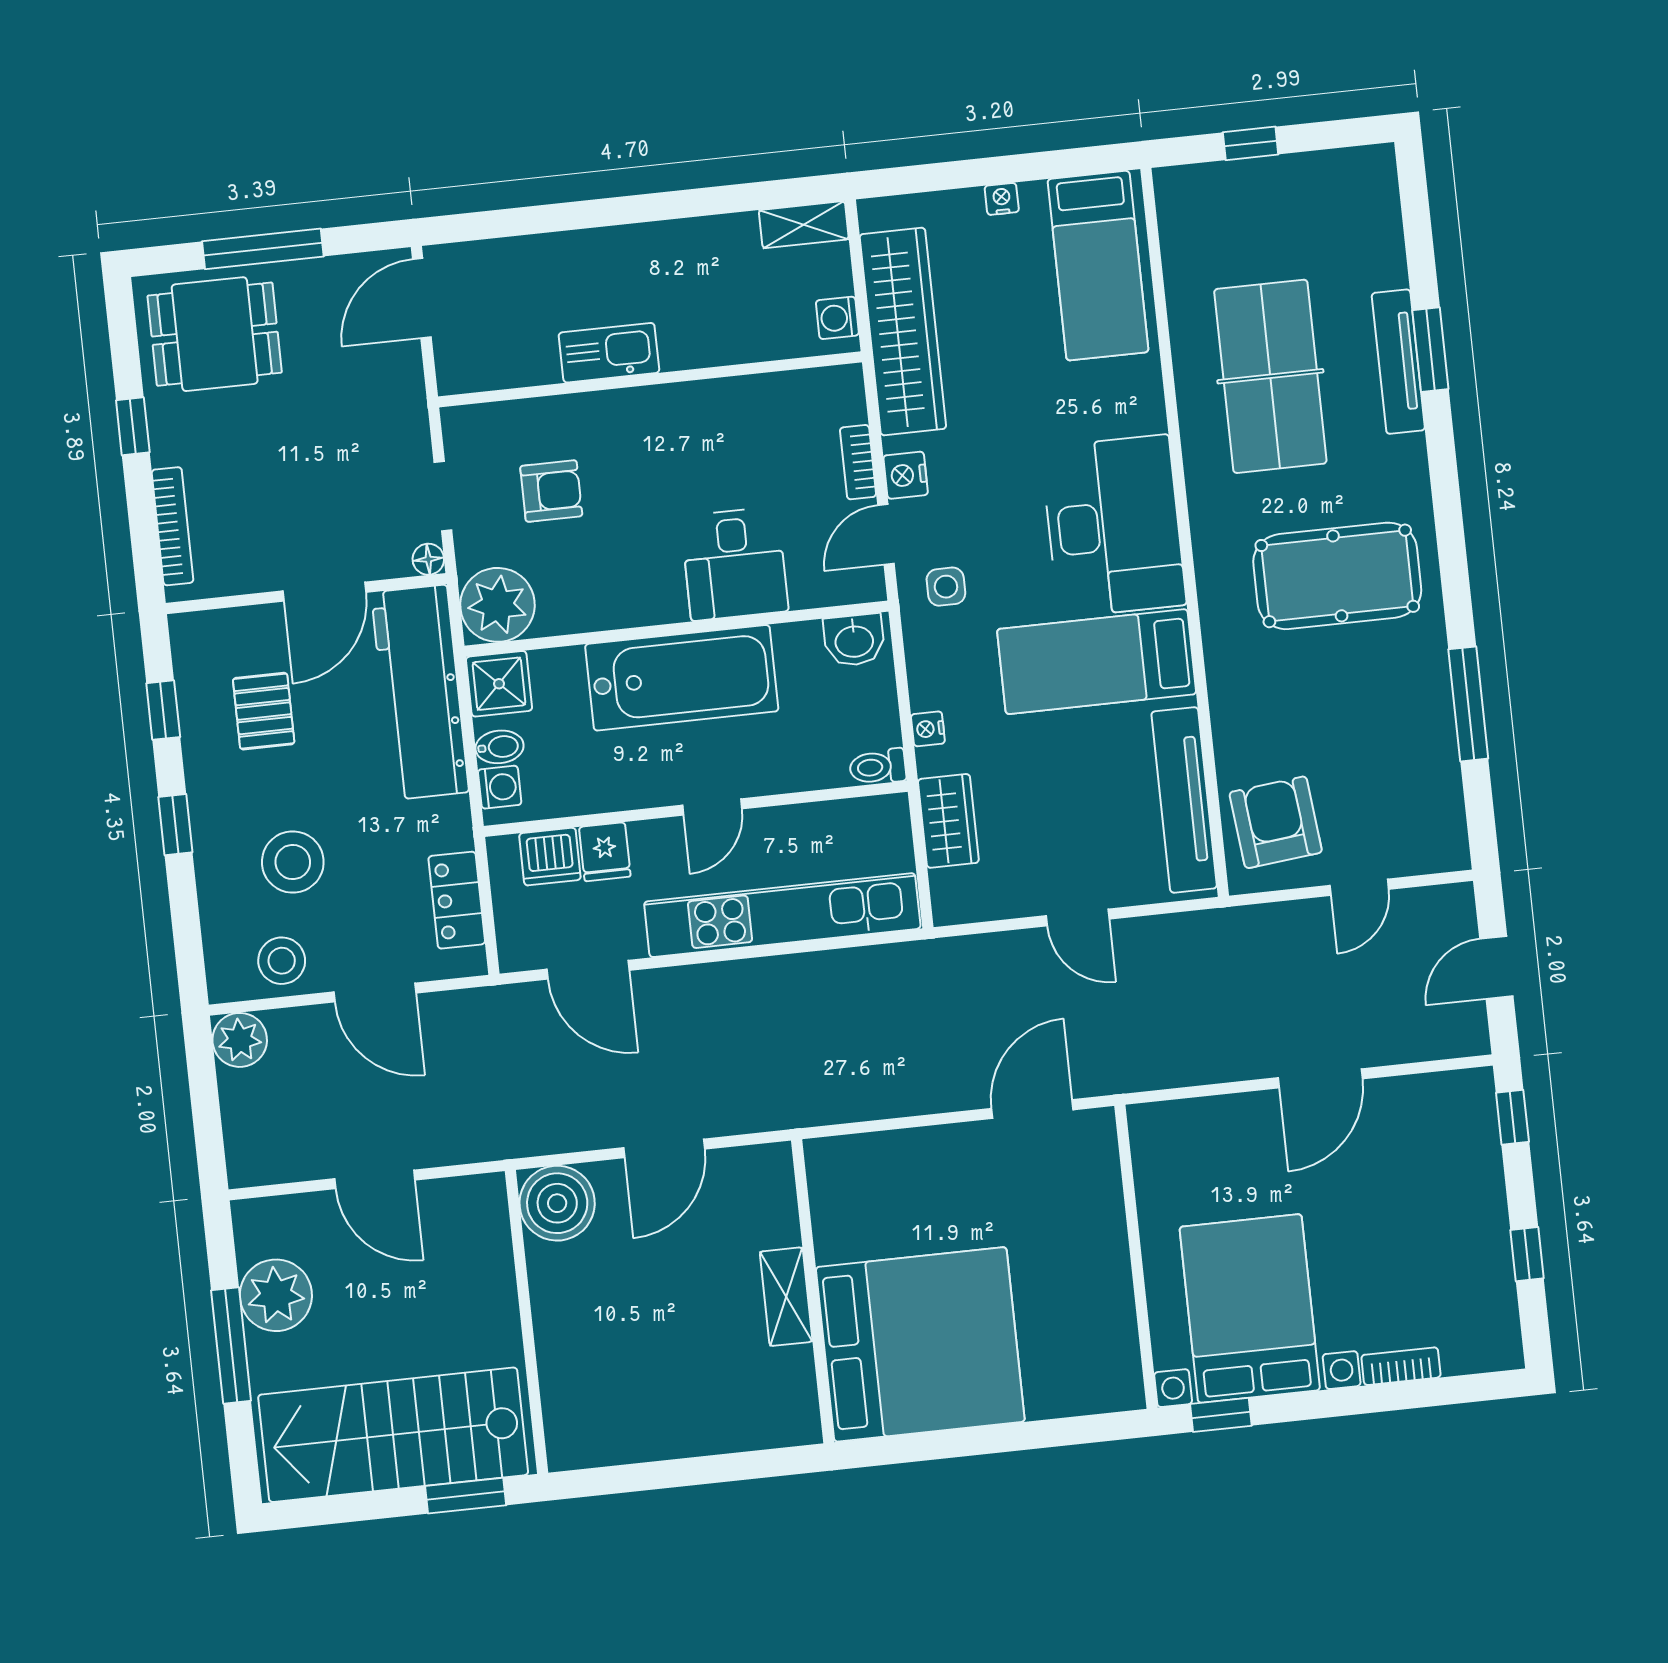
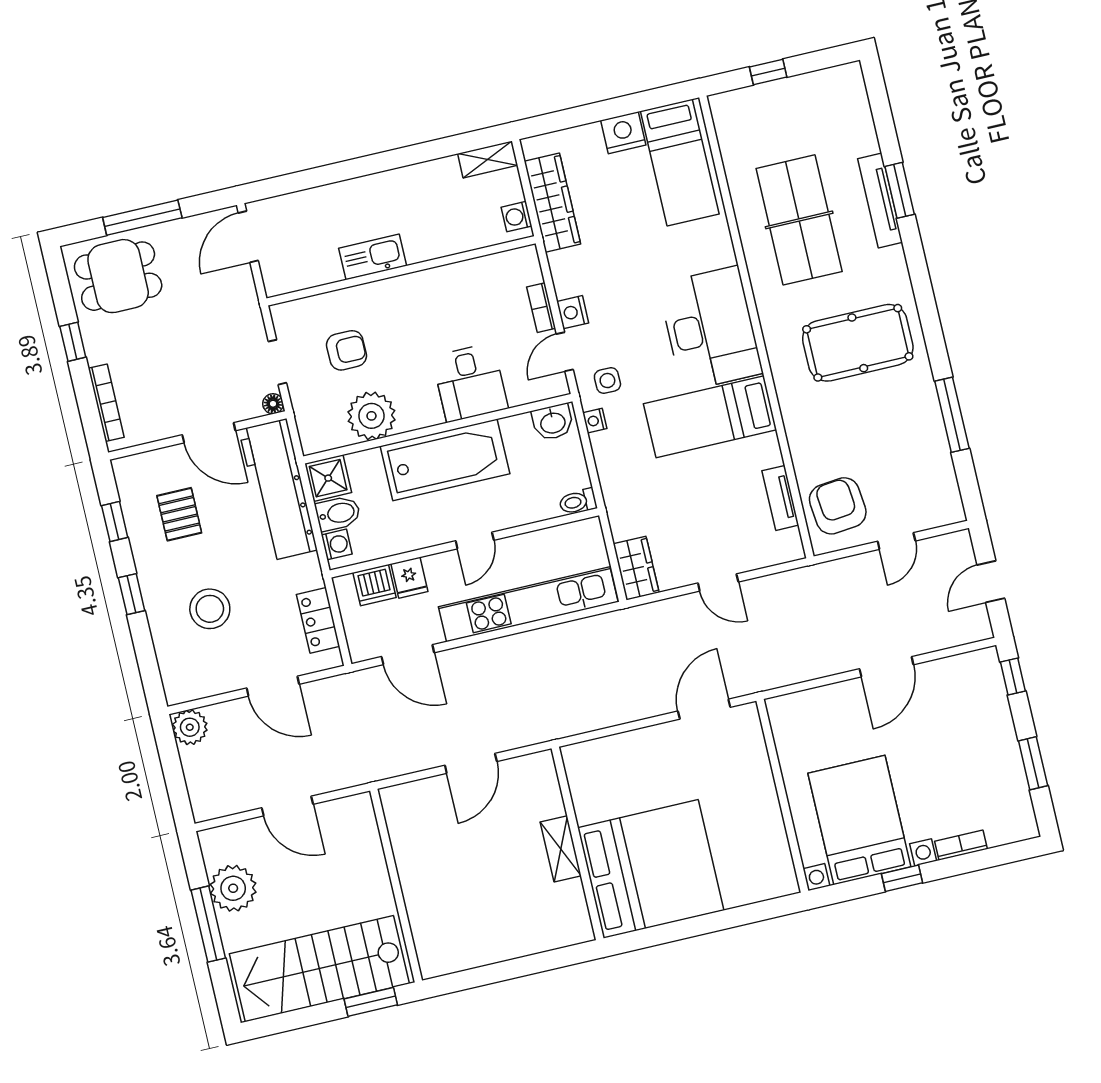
nightstand: (1002, 199) -> (623, 133), width x1.89, depth x1.79
wardrobe: (903, 331) -> (552, 203), width x0.71, depth x0.85
door: (324, 592) -> (209, 433), hinge flipped
plant: (498, 605) -> (371, 416), moved
nightstand: (928, 729) -> (595, 421), moved
bidet: (500, 747) -> (338, 513), width x1.38, depth x1.36
tv unit: (1184, 800) -> (780, 498), width x0.52, depth x0.78
wardrobe: (948, 821) -> (636, 568), moved
stool: (282, 961) -> (210, 673), removed
boiler: (557, 1203) -> (406, 807), removed
window: (1527, 1254) -> (1033, 763), width x1.50
window: (1221, 1415) -> (902, 878), moved

